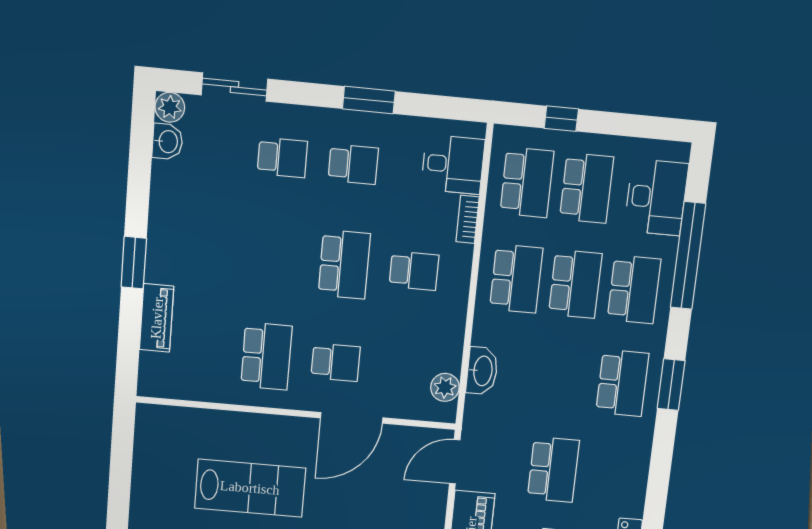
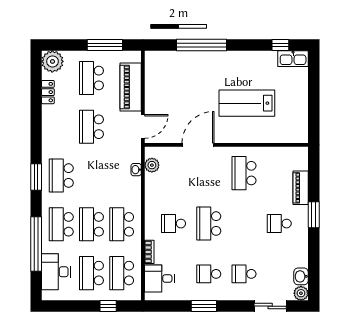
school desk: (336, 362) -> (279, 224), moved
washbasin: (482, 371) -> (136, 170), width x0.52, depth x0.69

